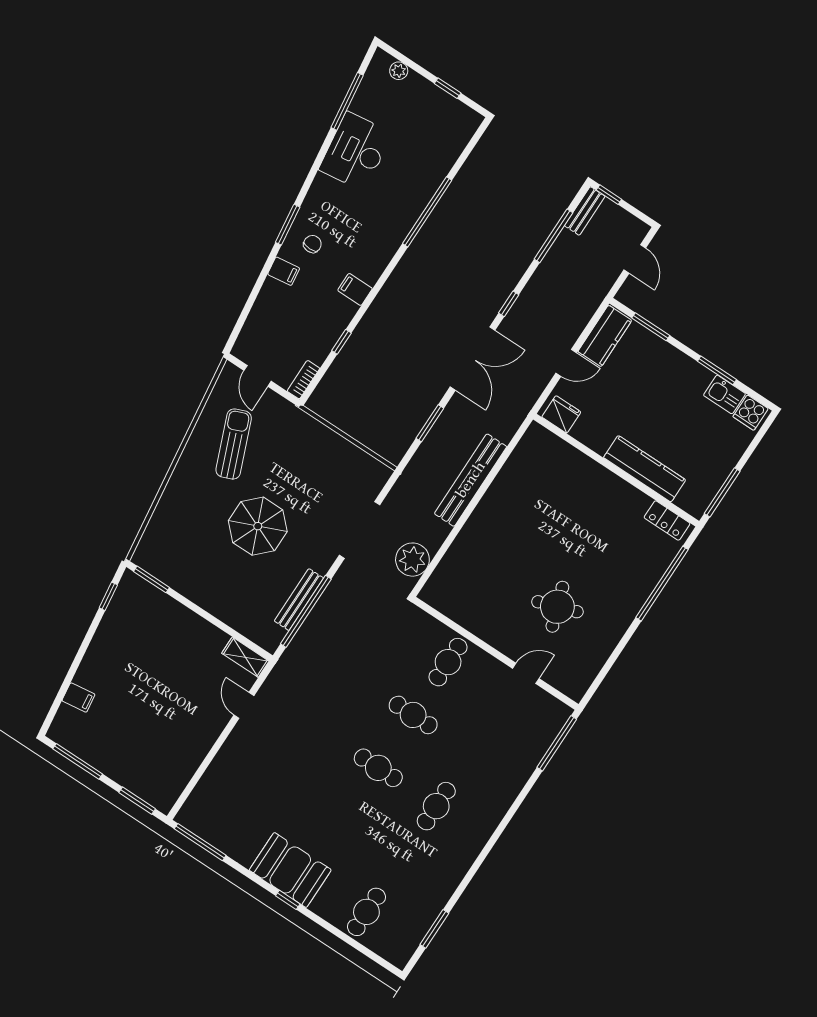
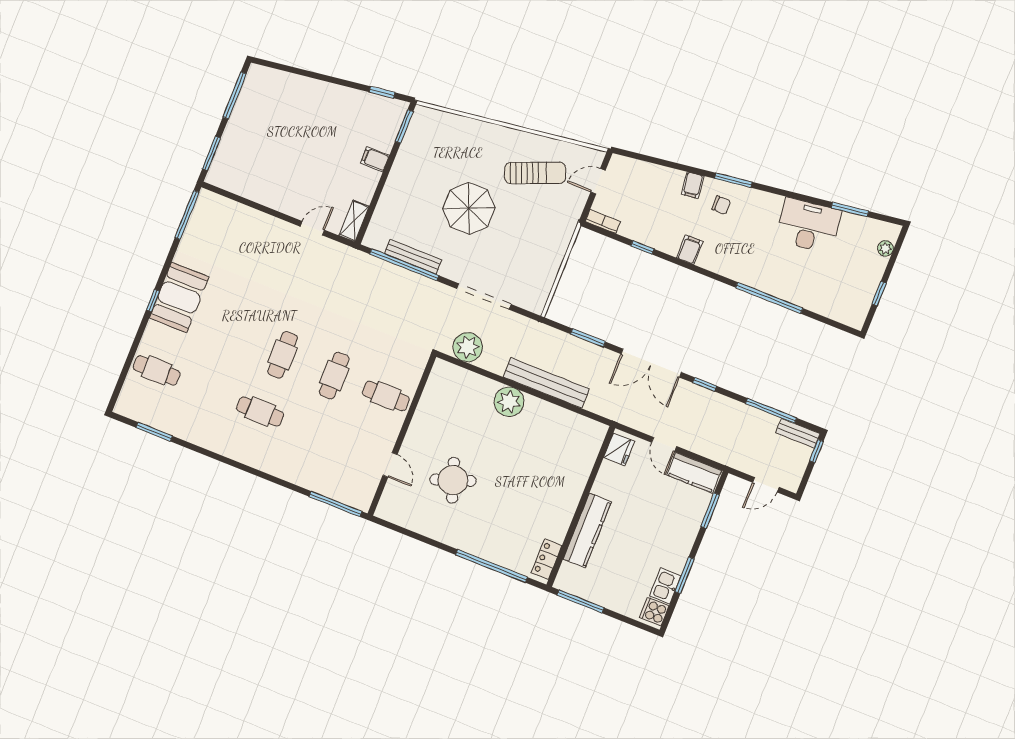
window: (347, 101) -> (850, 209), width x0.69
plant: (483, 526) -> (509, 402), added
filing cabinet: (78, 698) -> (375, 159), moved, turned 98

